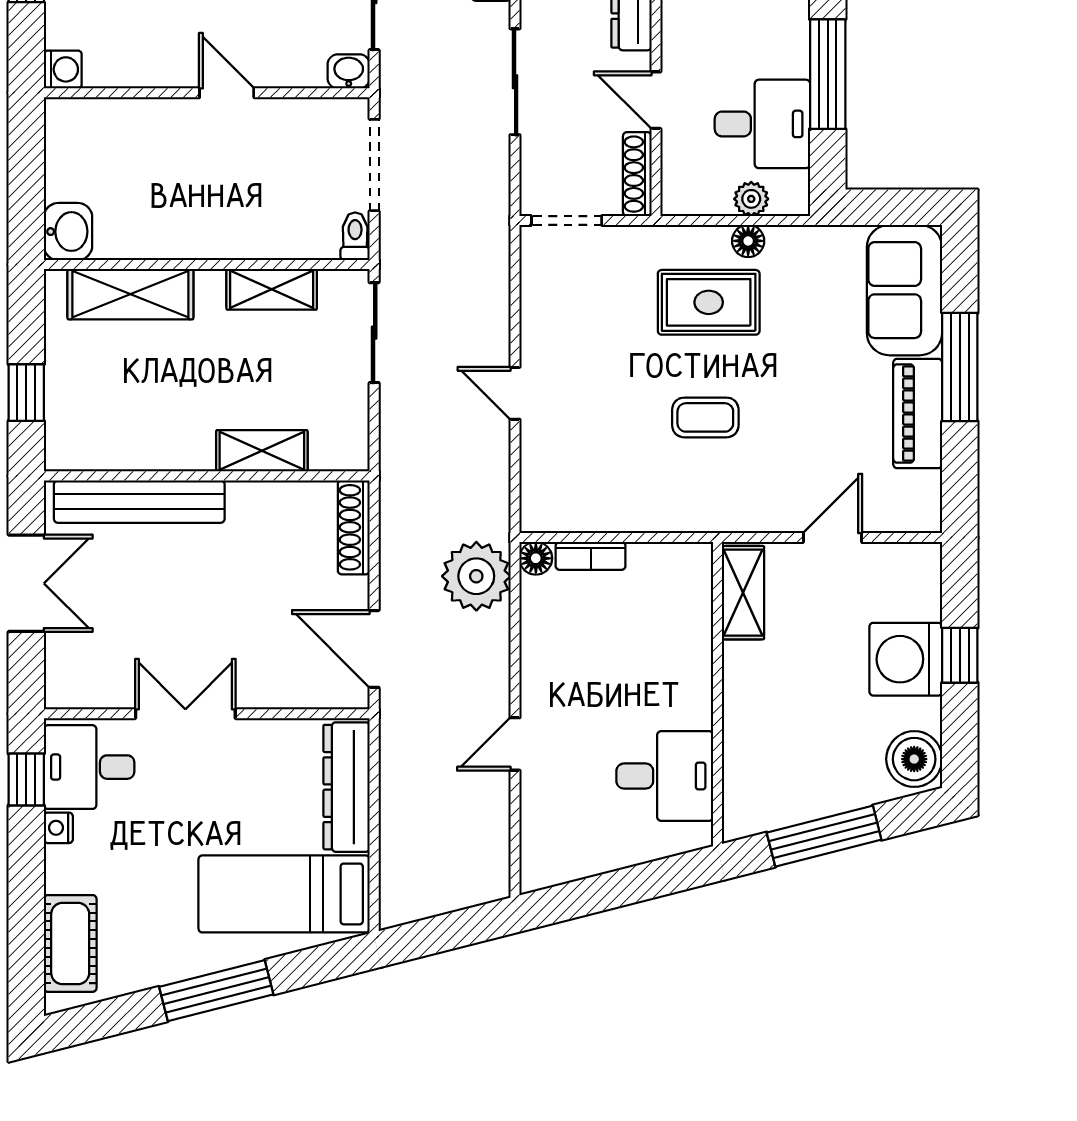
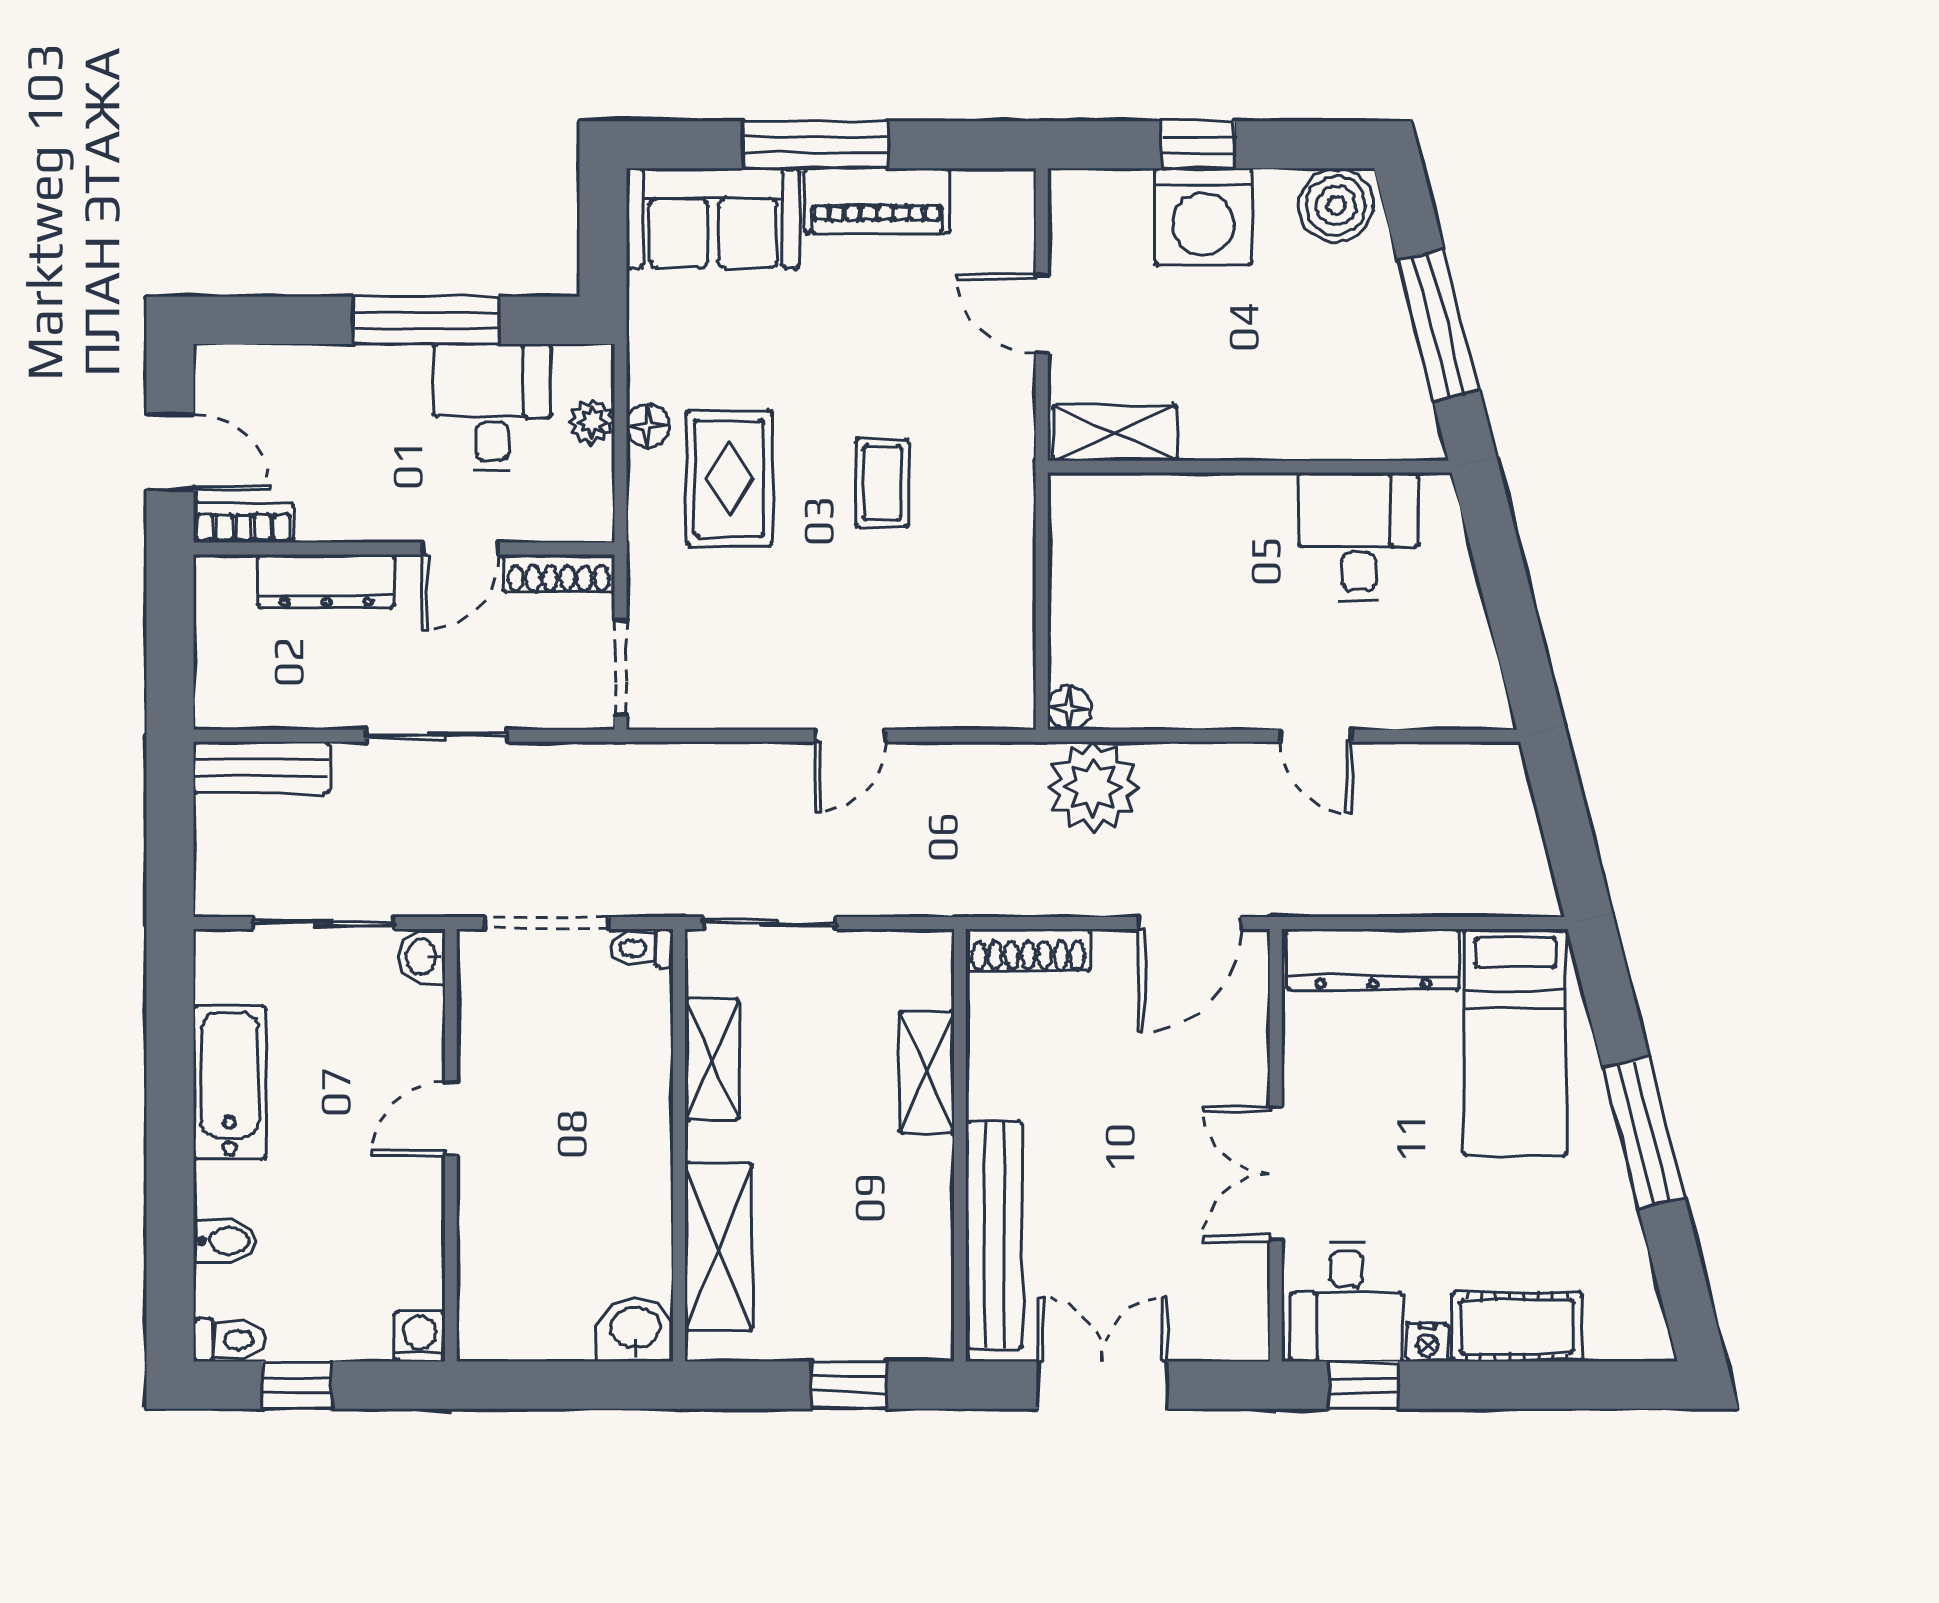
bookcase: (591, 556) -> (1066, 635), removed
cot: (70, 943) -> (1517, 1327), moved

